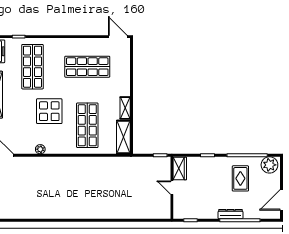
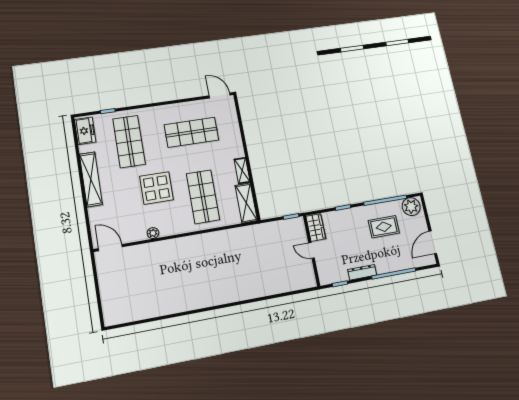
rug: (240, 178) -> (384, 227), turned 90
dresser: (231, 214) -> (362, 272), moved

